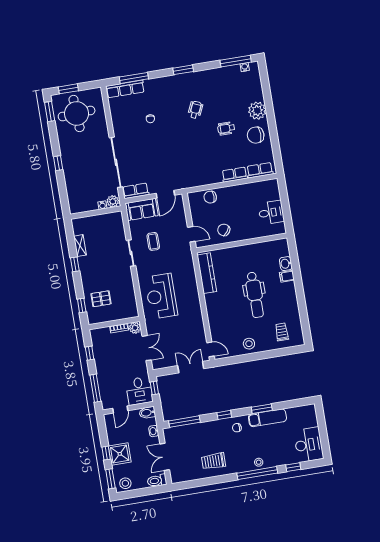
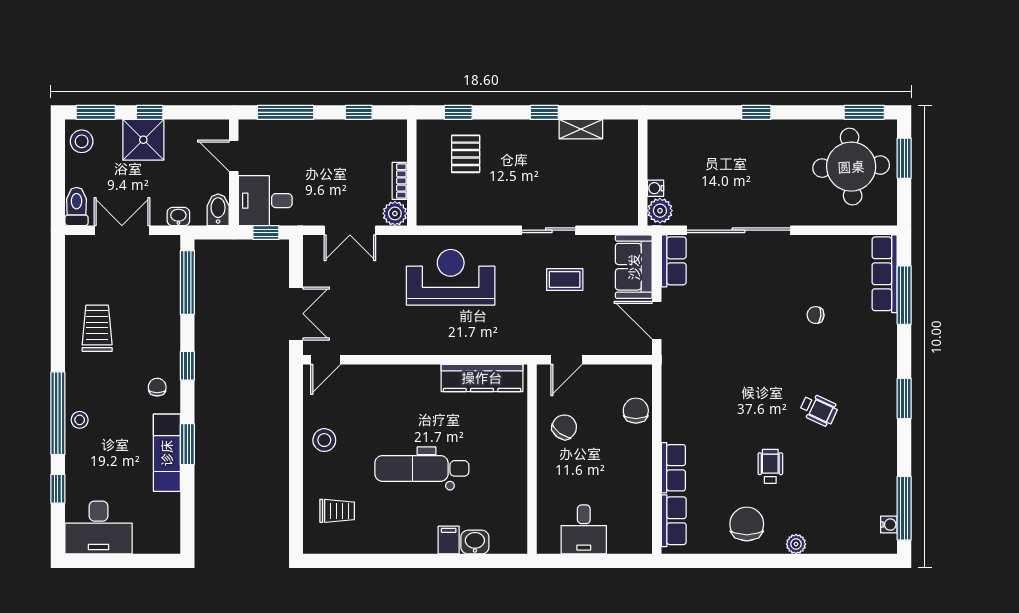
plant: (257, 111) -> (796, 544), width x0.53, depth x0.53

